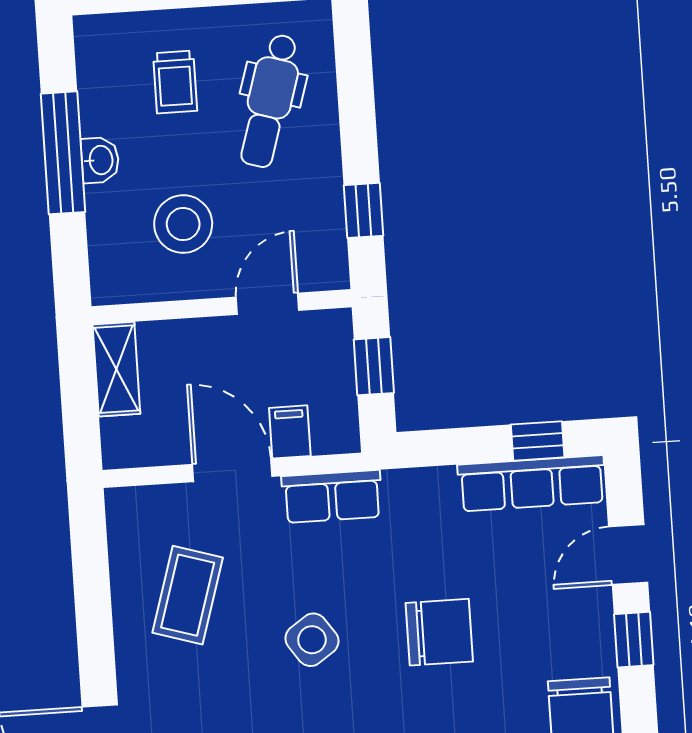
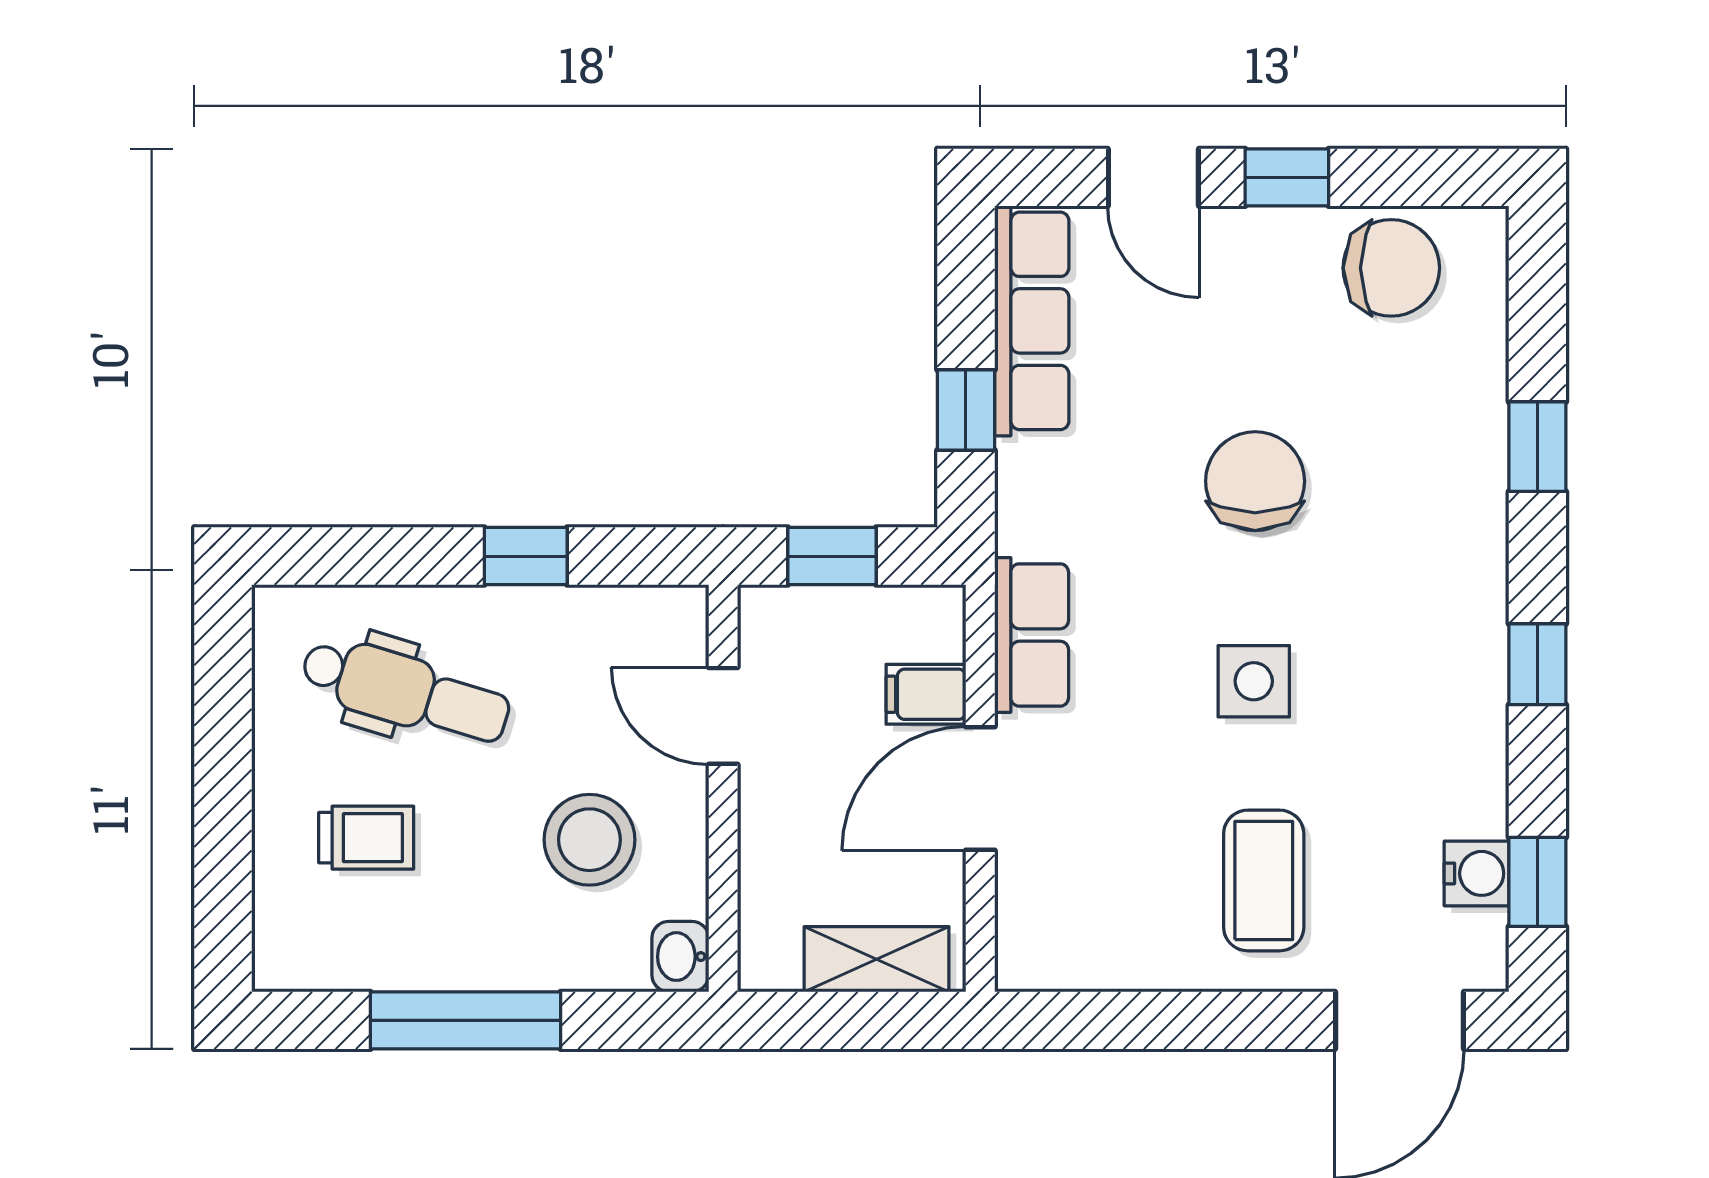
washbasin: (100, 160) -> (680, 957), moved, turned -90
window: (363, 210) -> (526, 556), moved
shelving: (116, 369) -> (877, 959), moved
window: (538, 441) -> (966, 410), moved
coffee table: (188, 595) -> (1264, 880), moved, turned 73
side table: (312, 640) -> (1254, 681), turned 35

